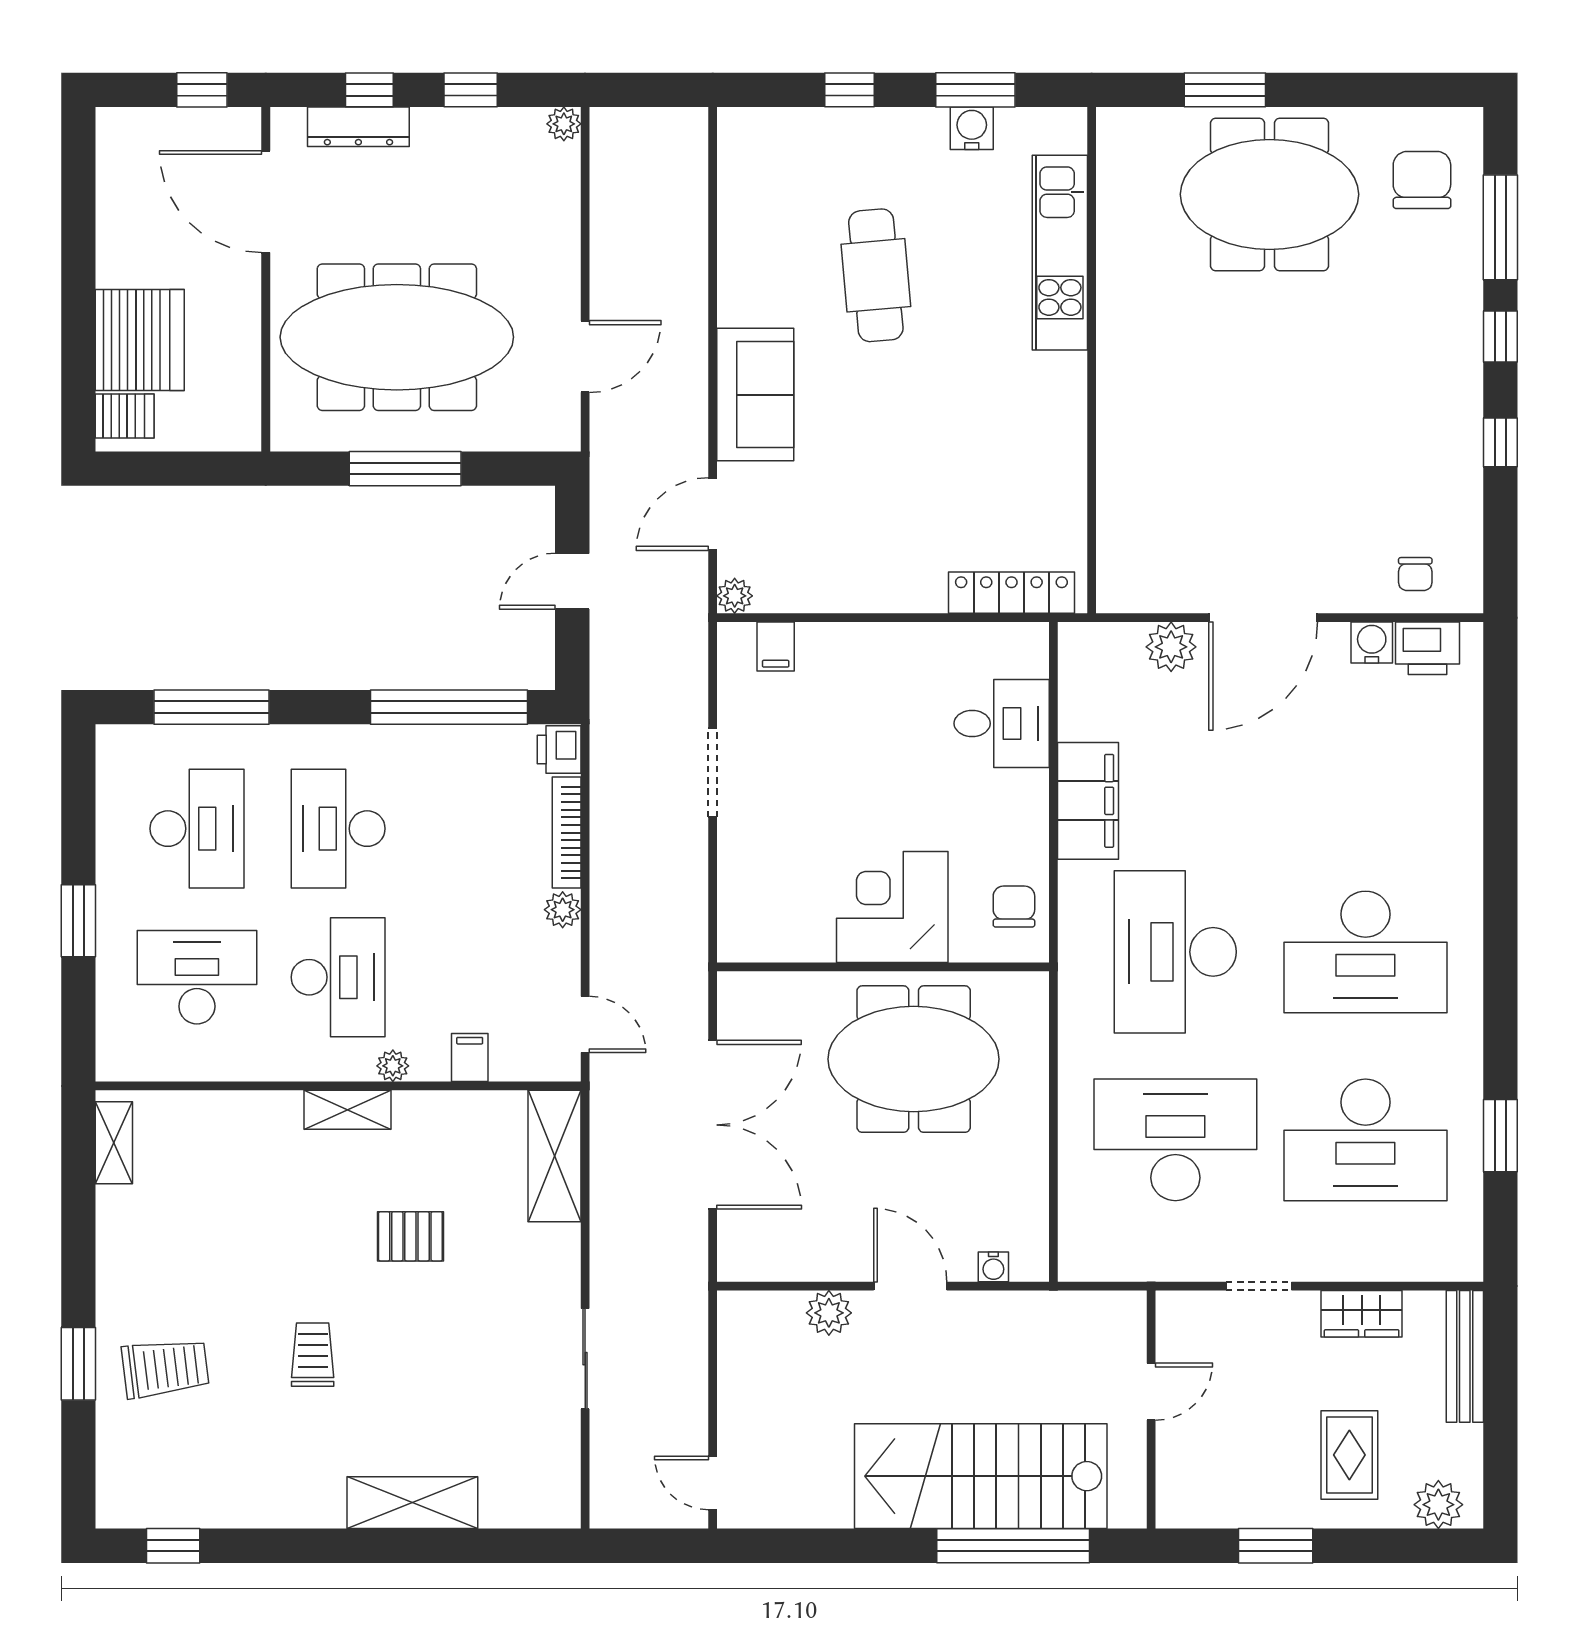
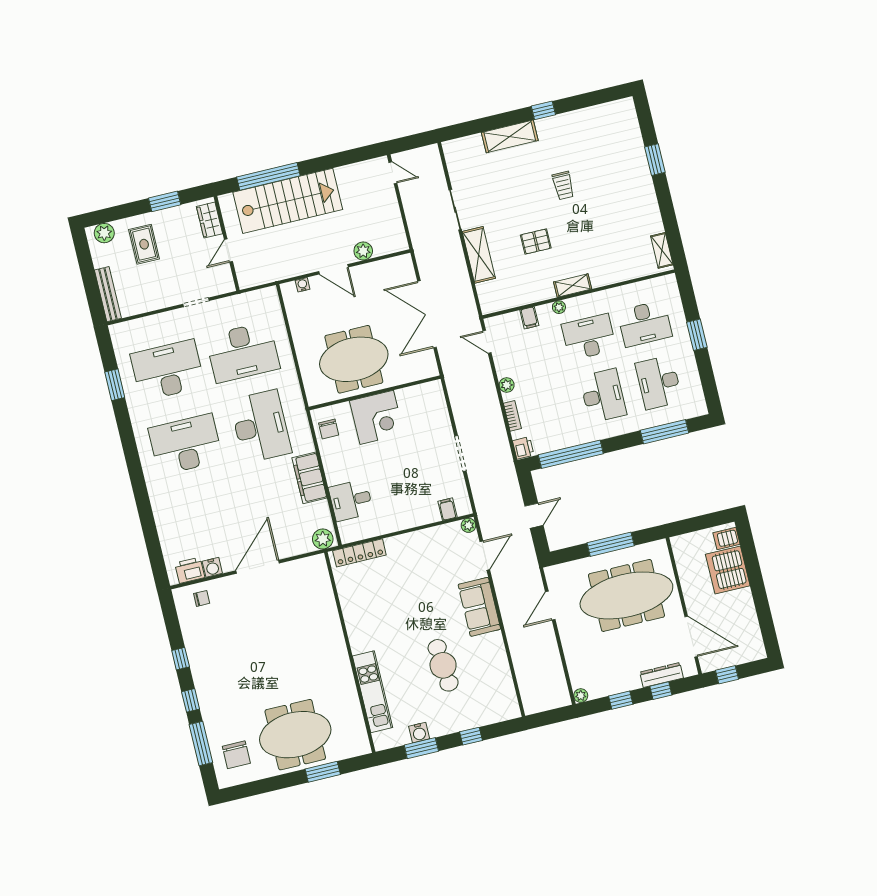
chair: (1415, 574) -> (202, 598), turned 90
plant: (1171, 647) -> (323, 539), moved
bookcase: (567, 833) -> (512, 416), width x0.64
desk: (338, 977) -> (589, 337), turned 90
shelving: (554, 1156) -> (479, 255), moved
wardrobe: (1362, 1314) -> (210, 220), moved, turned -90
trolley: (165, 1368) -> (620, 166), removed
window: (173, 1546) -> (543, 110), moved

